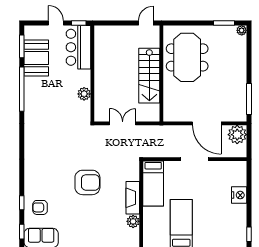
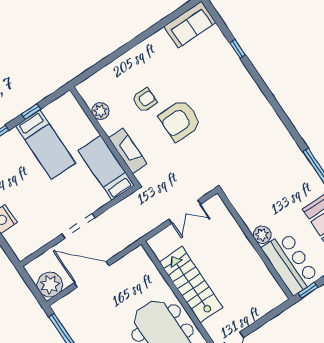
plant: (84, 94) -> (262, 235), moved
fireplace: (133, 198) -> (128, 151), moved
armchair: (40, 207) -> (144, 100), moved
window: (22, 232) -> (216, 17), removed

